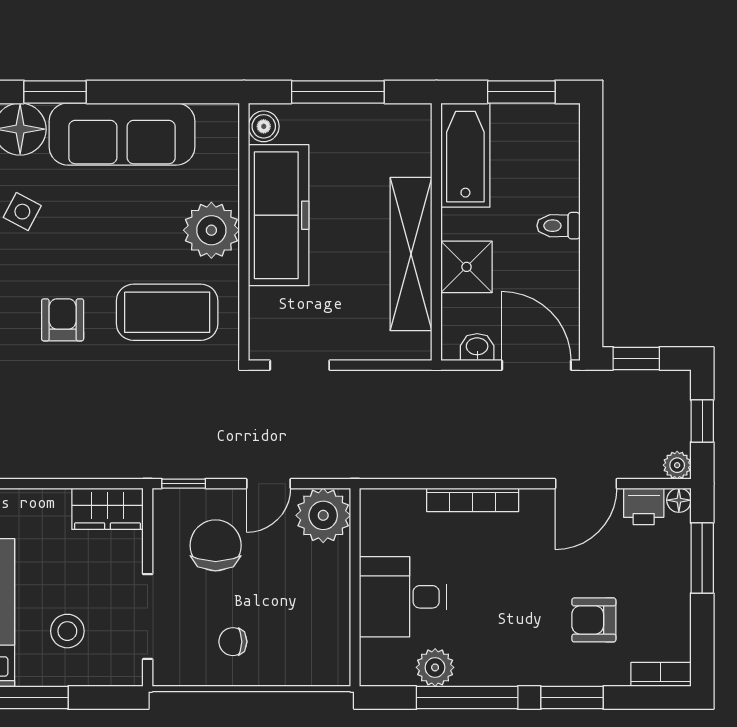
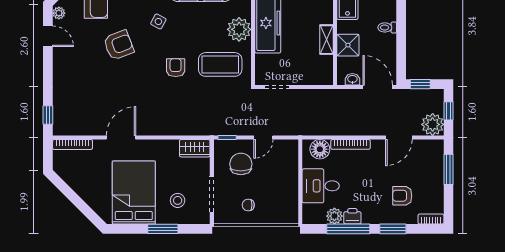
shelving: (411, 254) -> (326, 40), width x0.45, depth x0.75
plant: (677, 465) -> (433, 124), width x1.87, depth x1.87
floor lamp: (679, 500) -> (320, 149), moved, width x1.89, depth x1.89
printer: (644, 506) -> (352, 216), moved, turned 180
plant: (323, 515) -> (287, 151), removed

